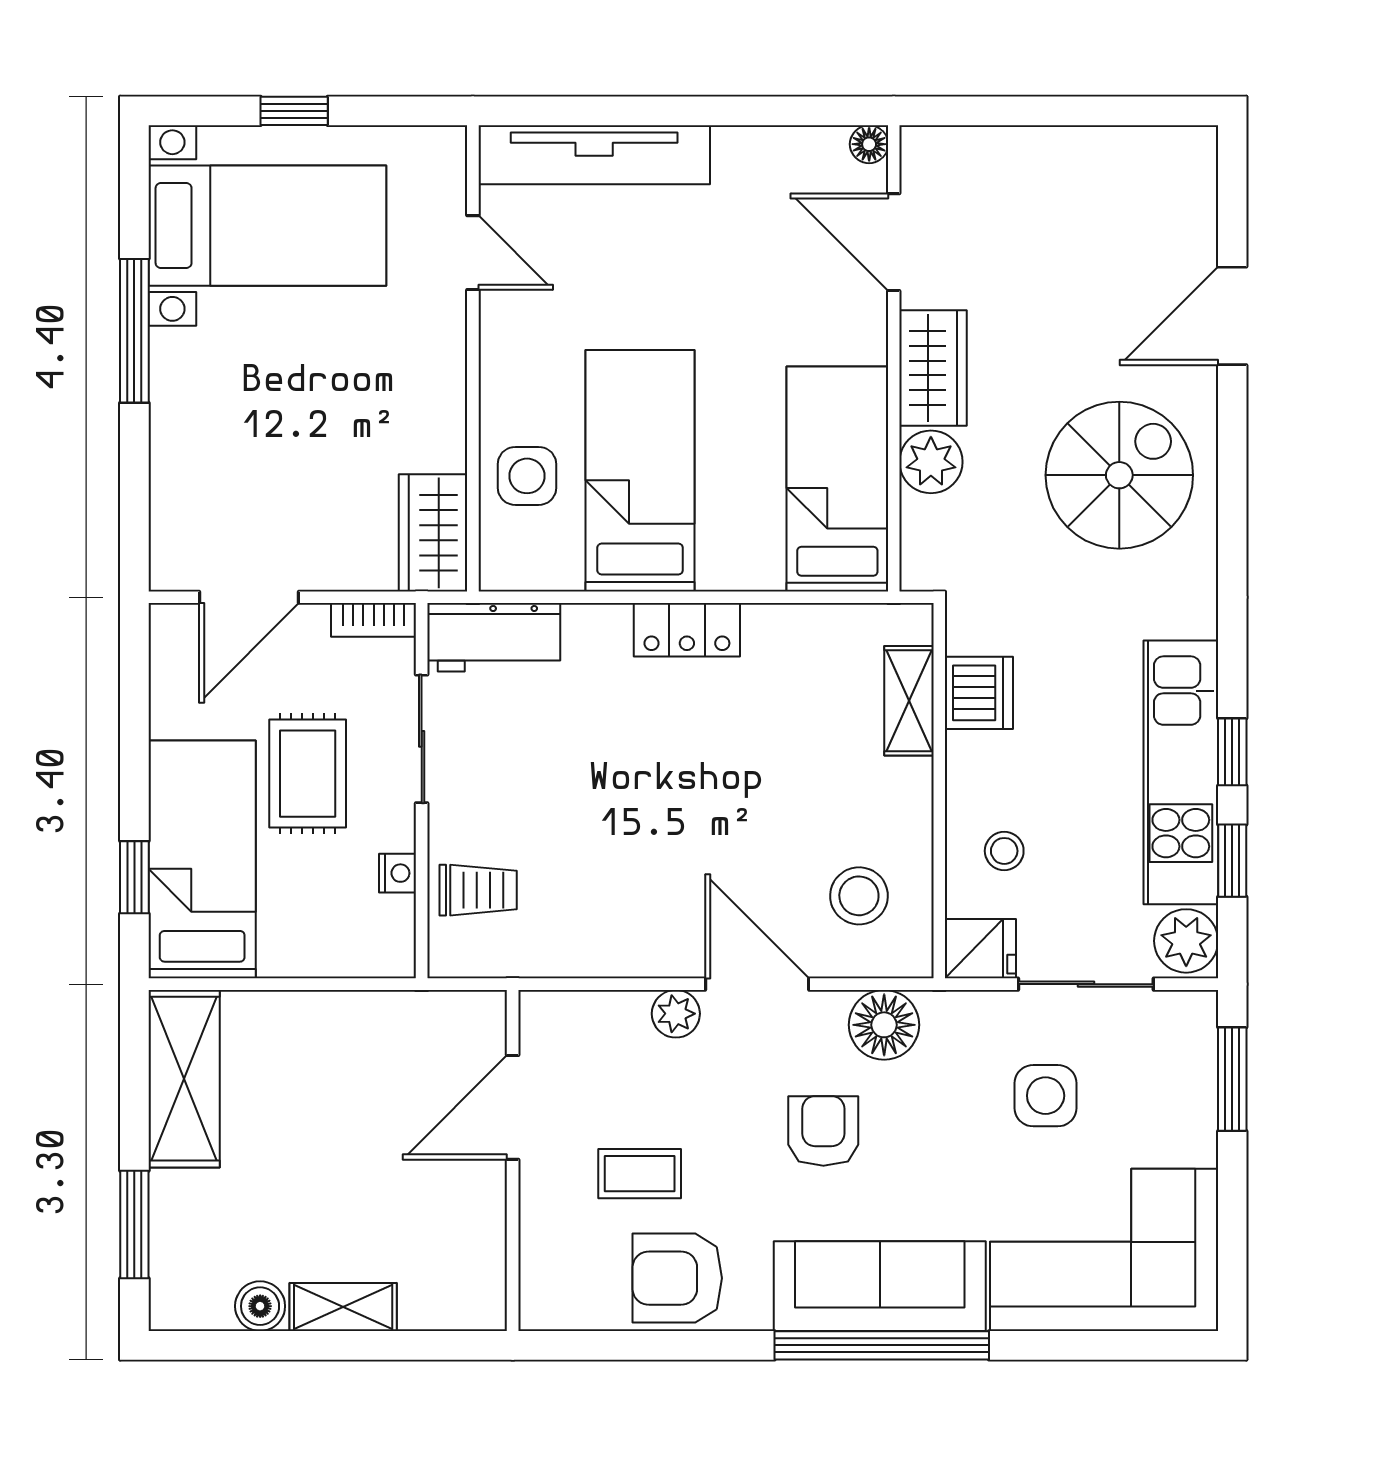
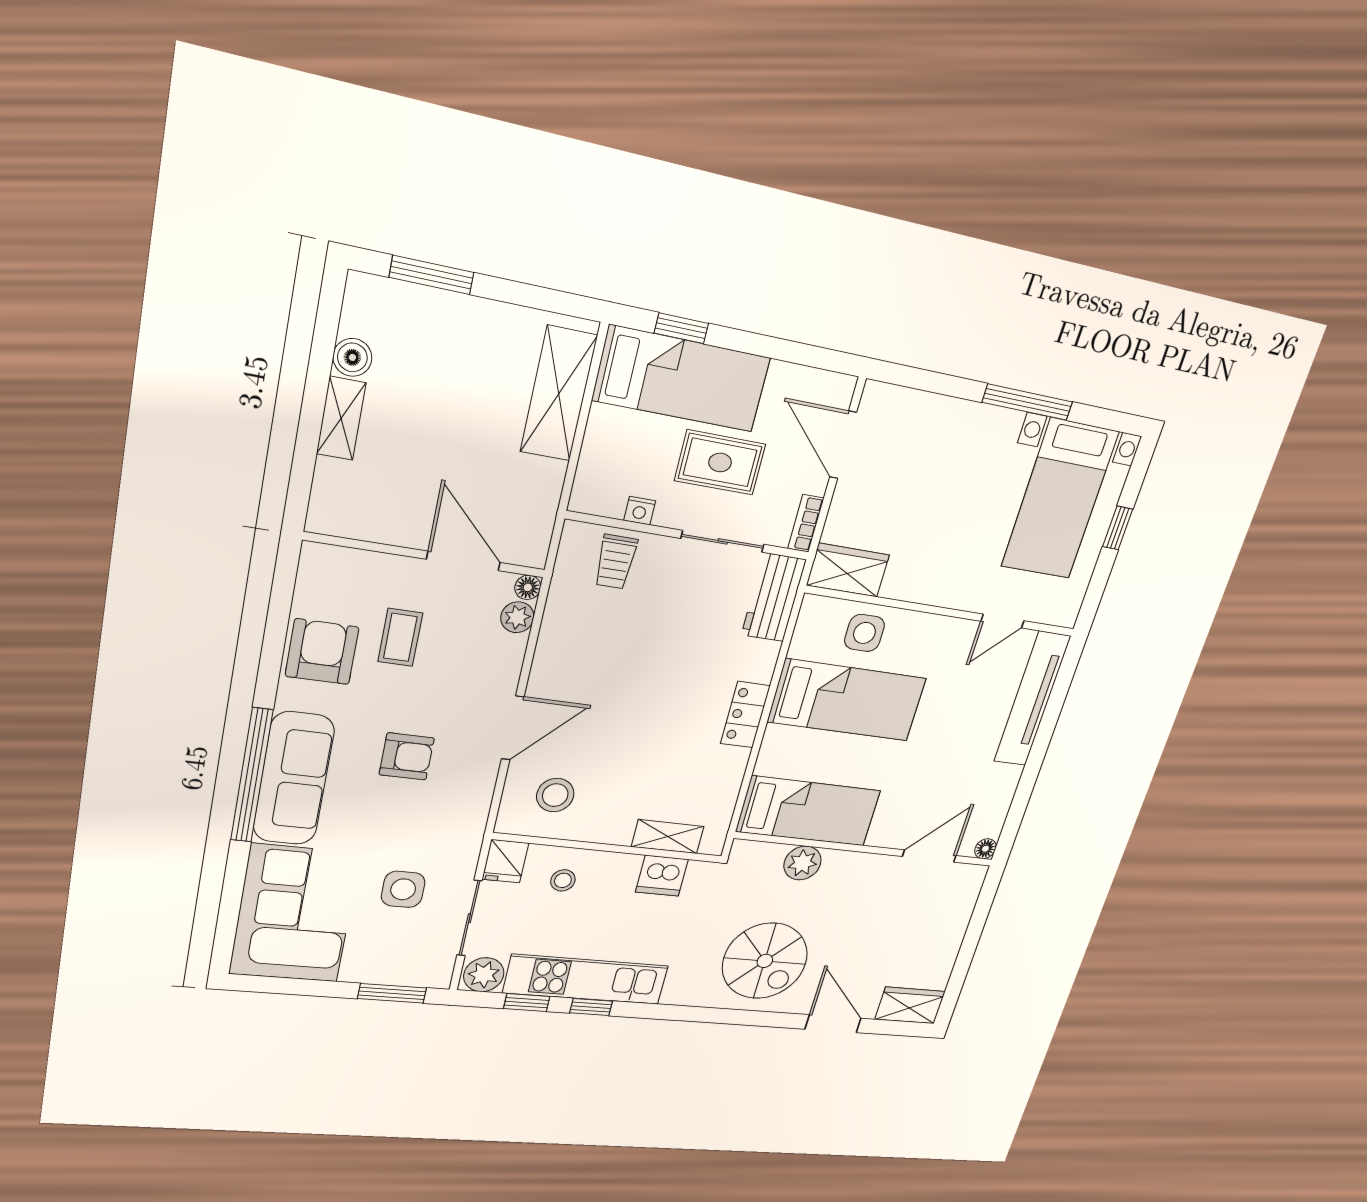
wardrobe: (933, 368) -> (910, 1005), moved, turned 180
plant: (676, 1014) -> (517, 617), moved
floor lamp: (884, 1025) -> (528, 587), moved, width x0.53, depth x0.53
shelving: (184, 1079) -> (559, 394), moved, turned 90

